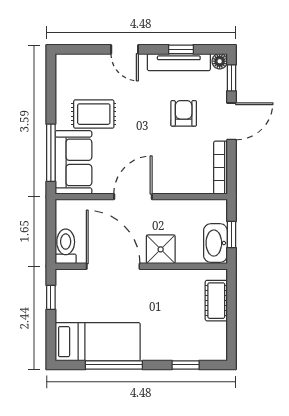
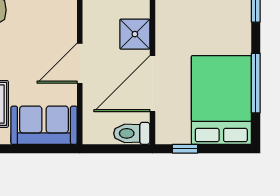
window: (51, 153) -> (34, 149), removed
door: (133, 197) -> (80, 63), hinge flipped
bed: (98, 342) -> (221, 100), width x1.50

